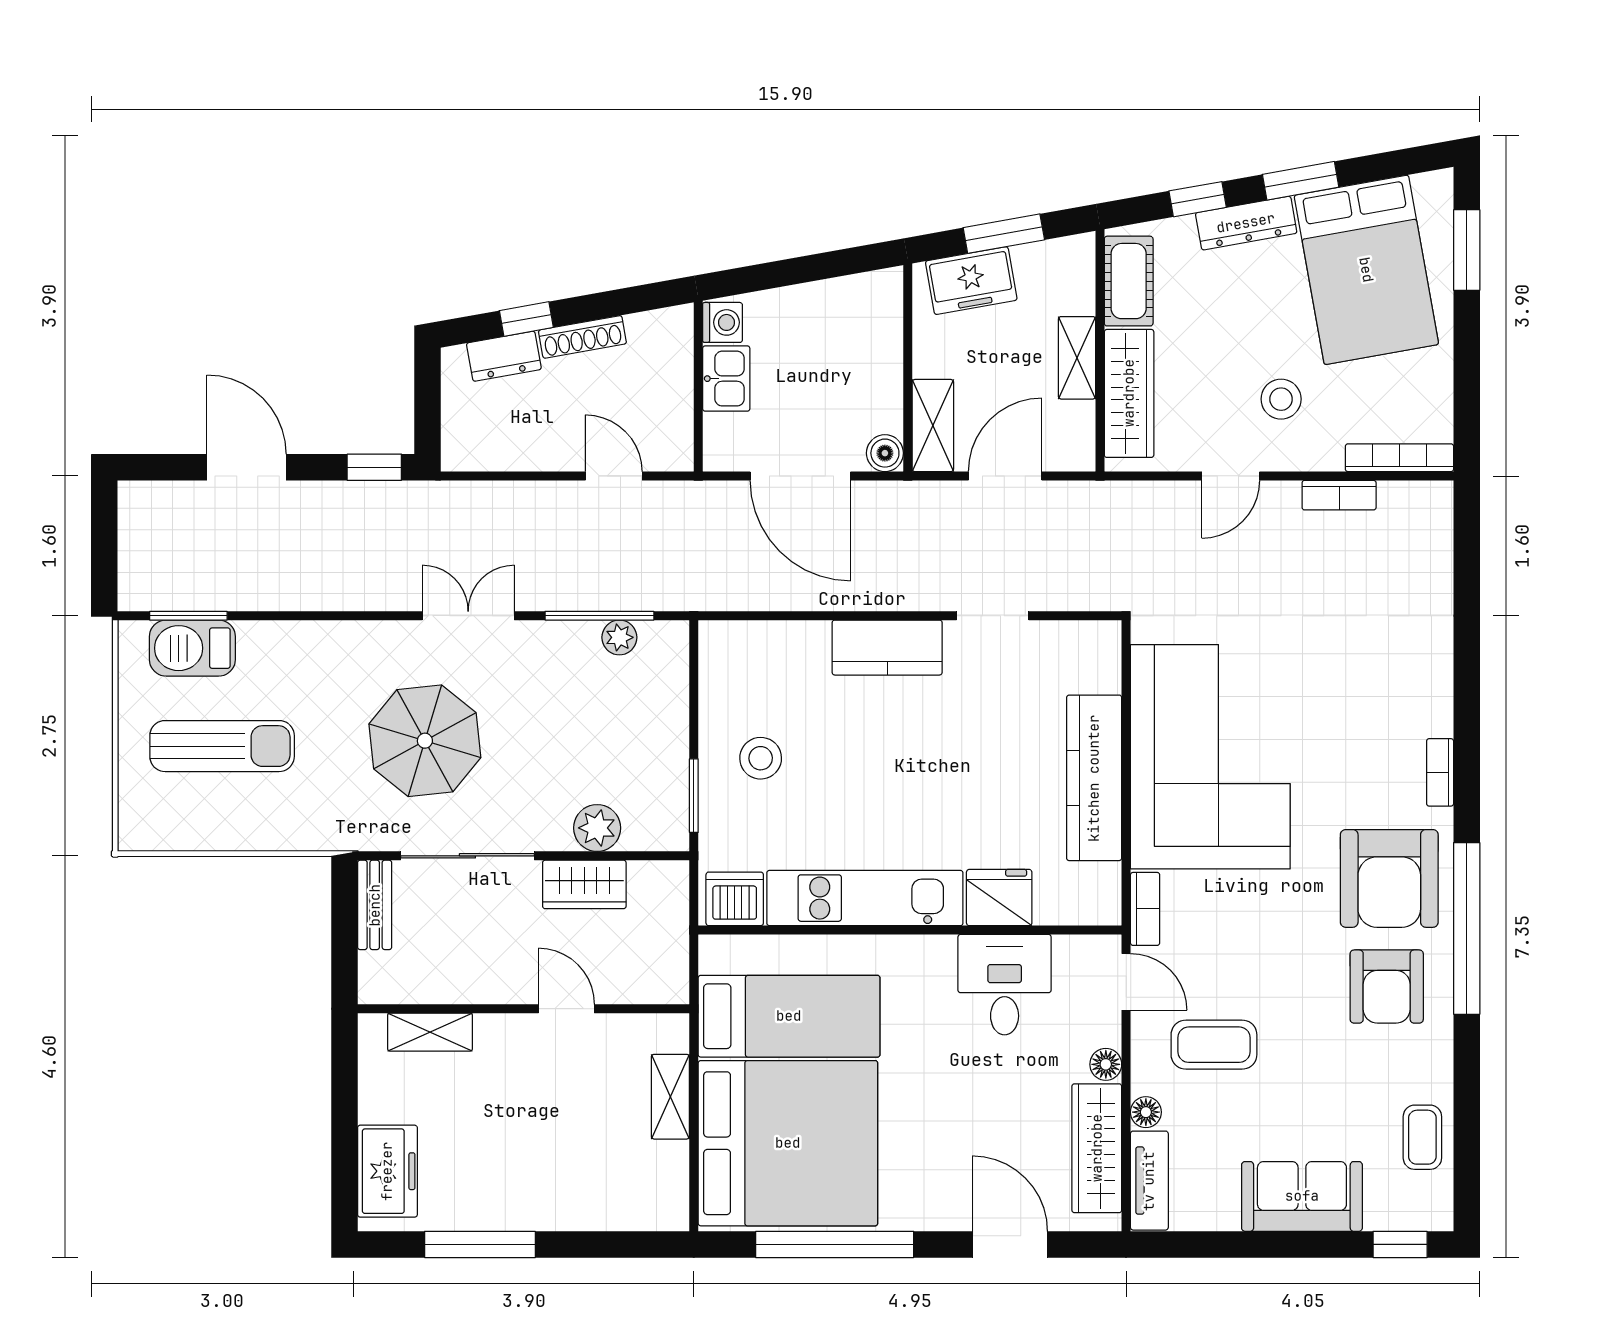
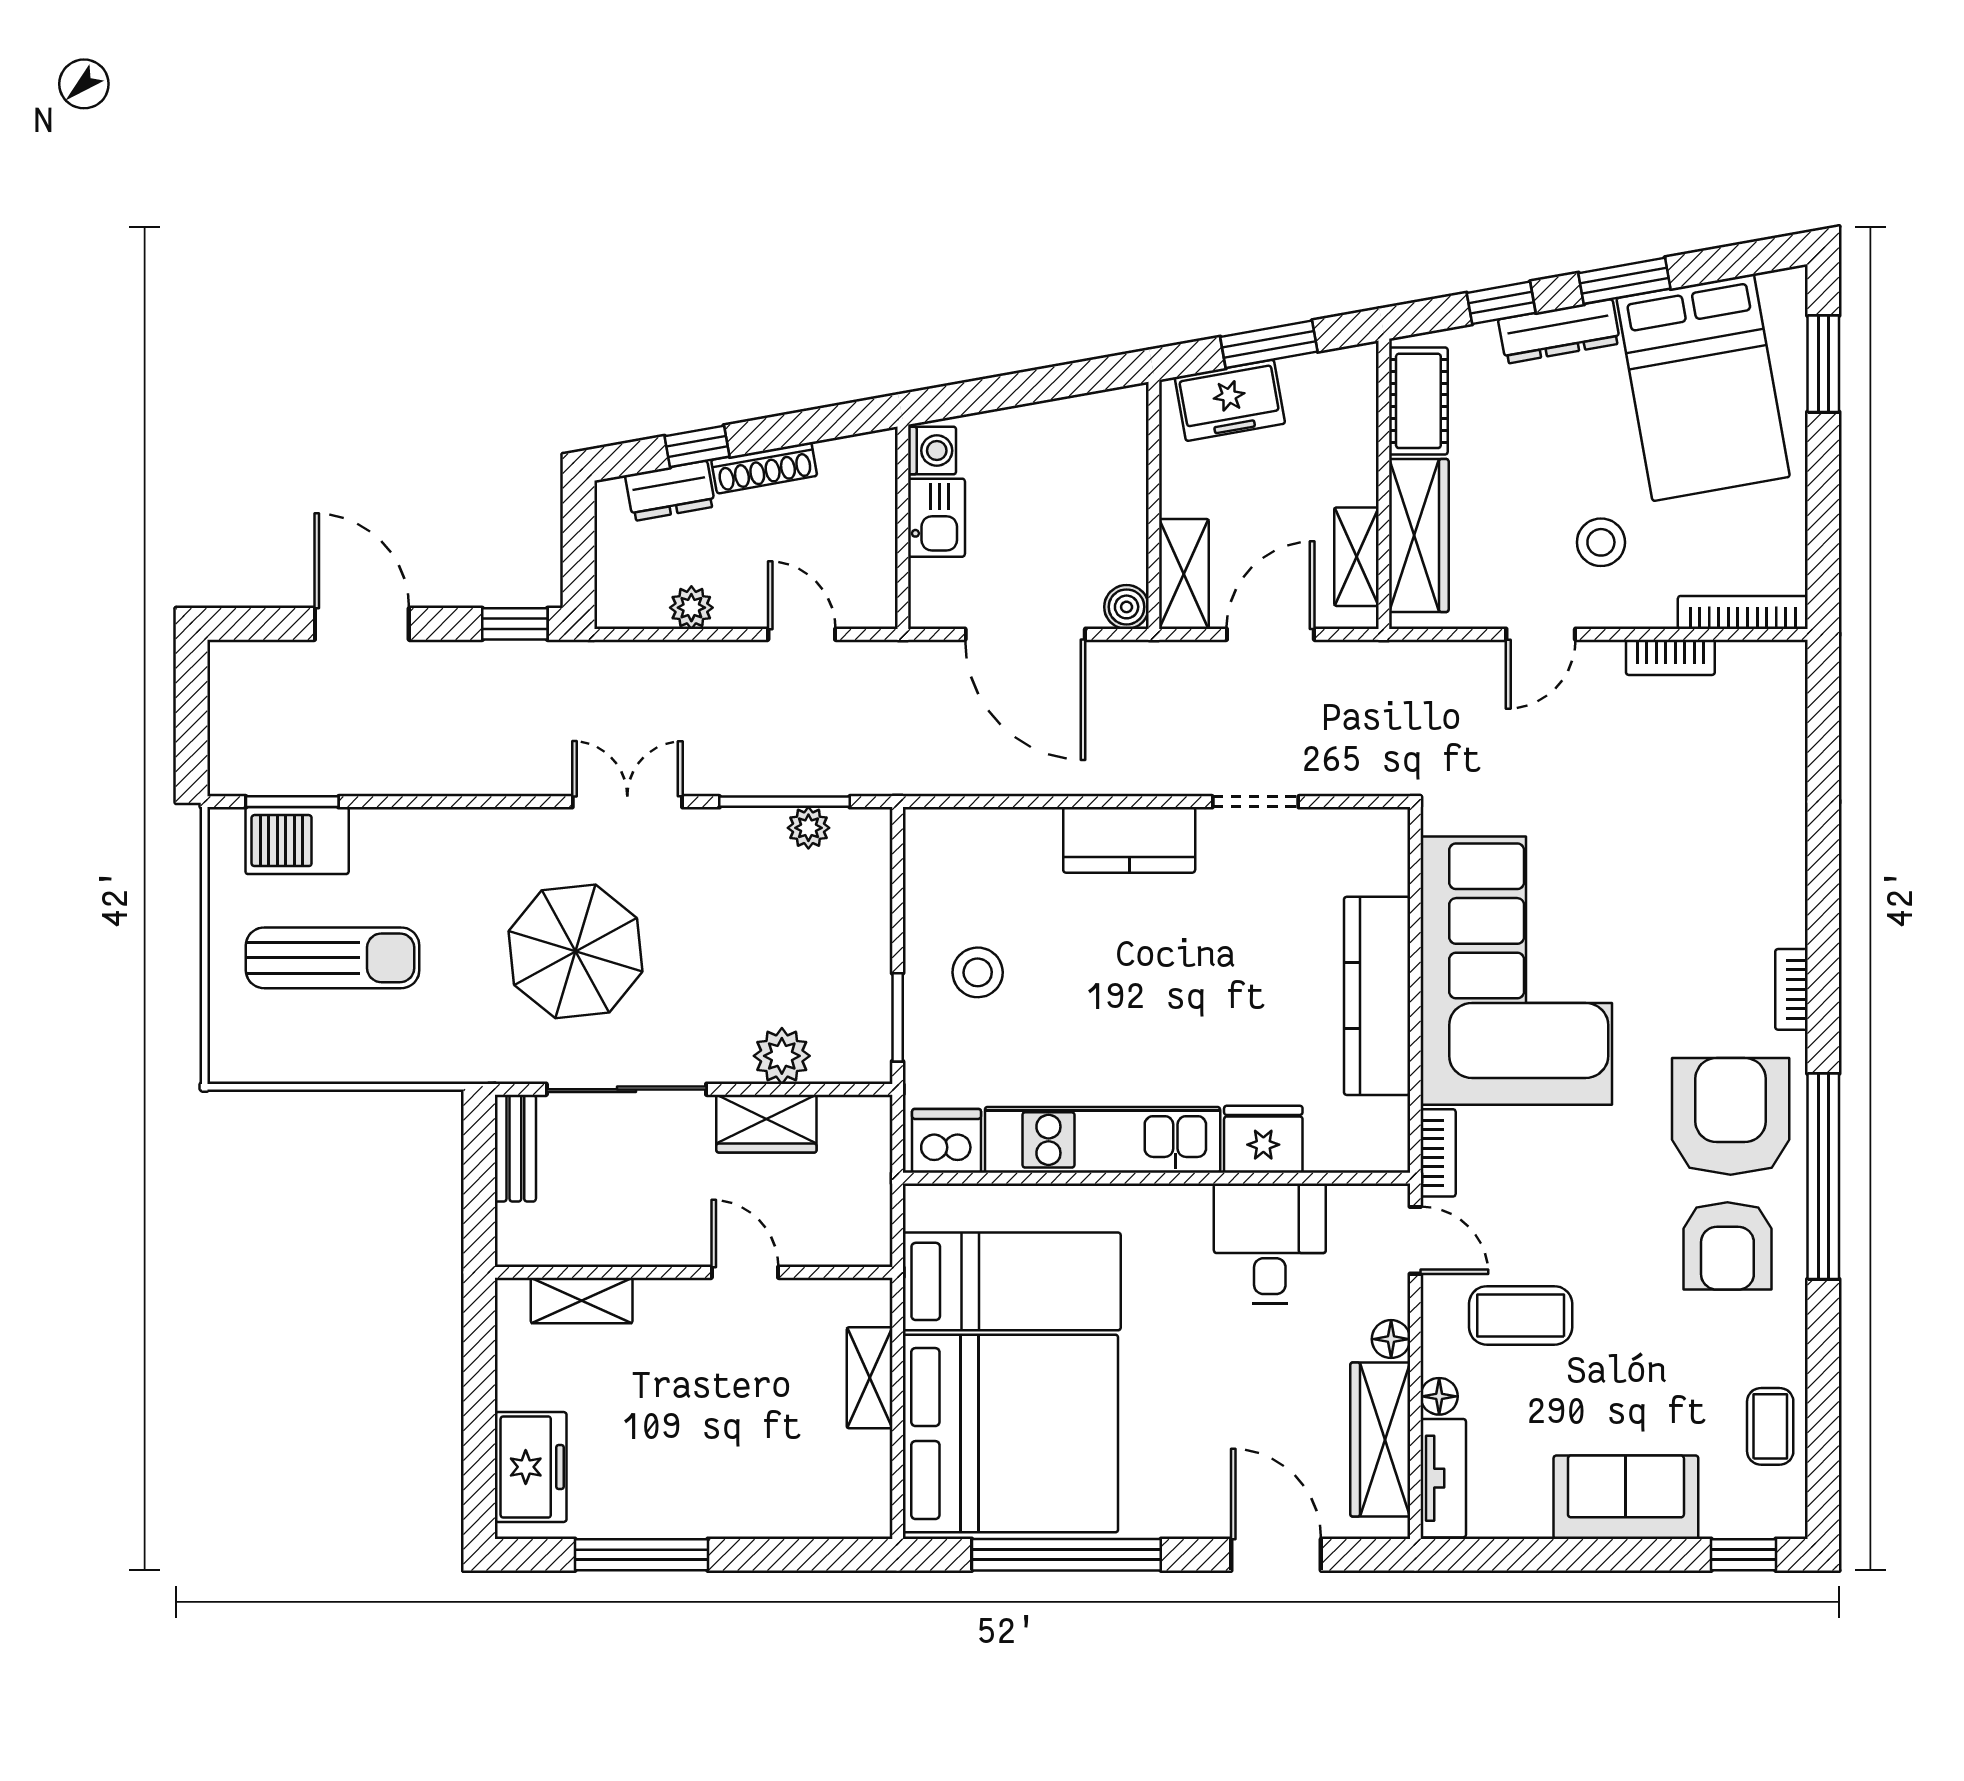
shelving: (1077, 358) -> (1357, 557), moved
plant: (522, 454) -> (691, 608), added
armchair: (1389, 878) -> (1731, 1116), turned 180

